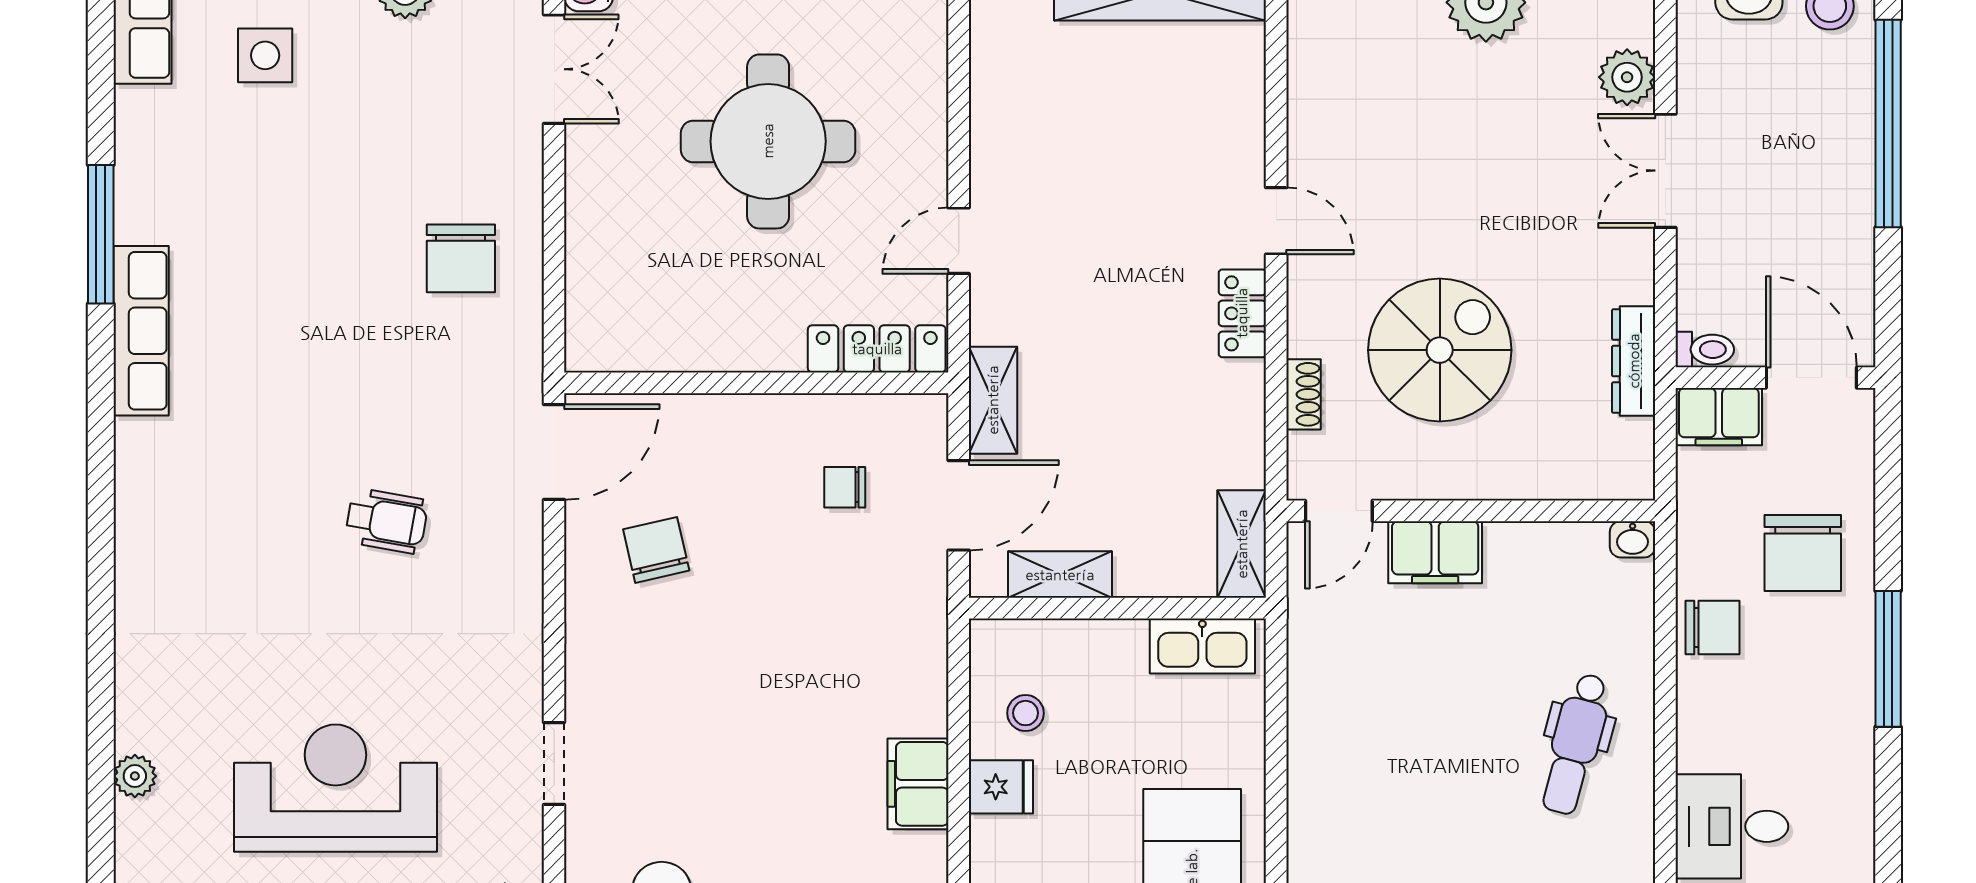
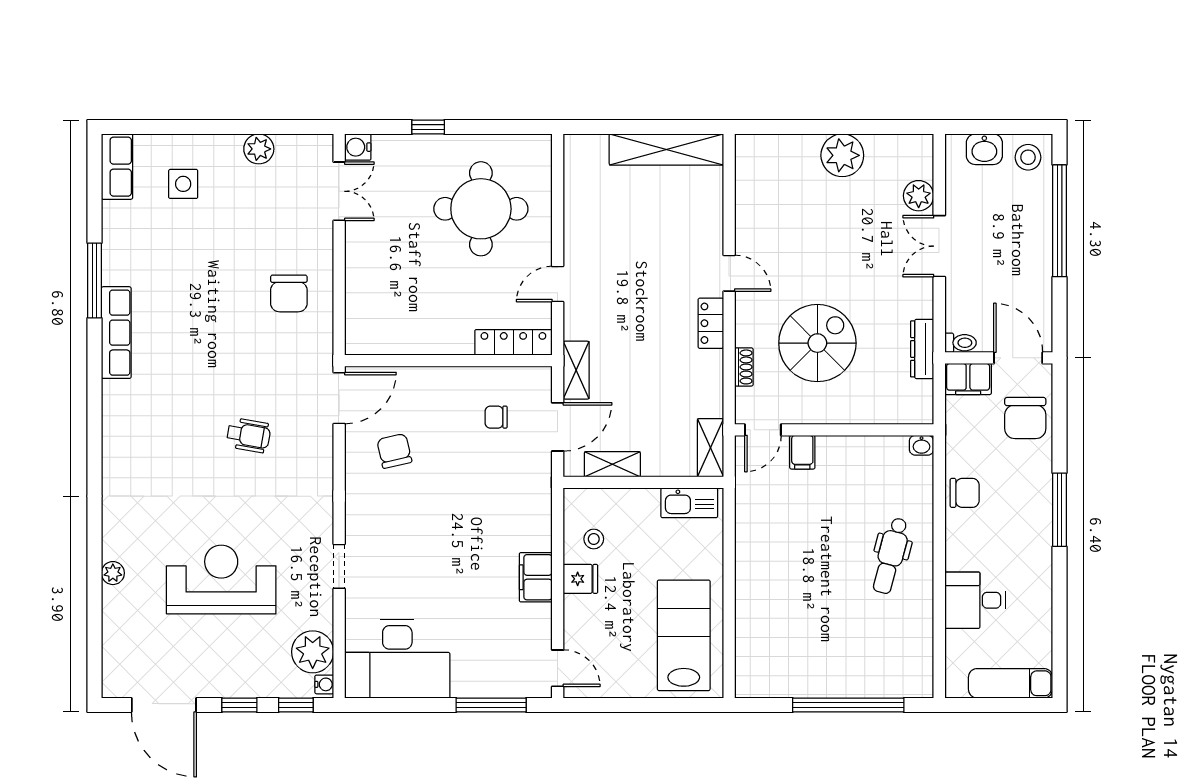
round table: (768, 141) -> (481, 209), moved
filing cabinet: (1435, 552) -> (802, 452), width x0.50
chair: (1803, 553) -> (1025, 418), moved

